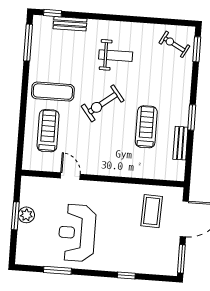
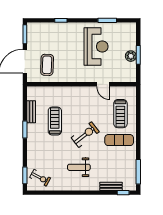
treadmill: (146, 127) -> (55, 121), turned 180

